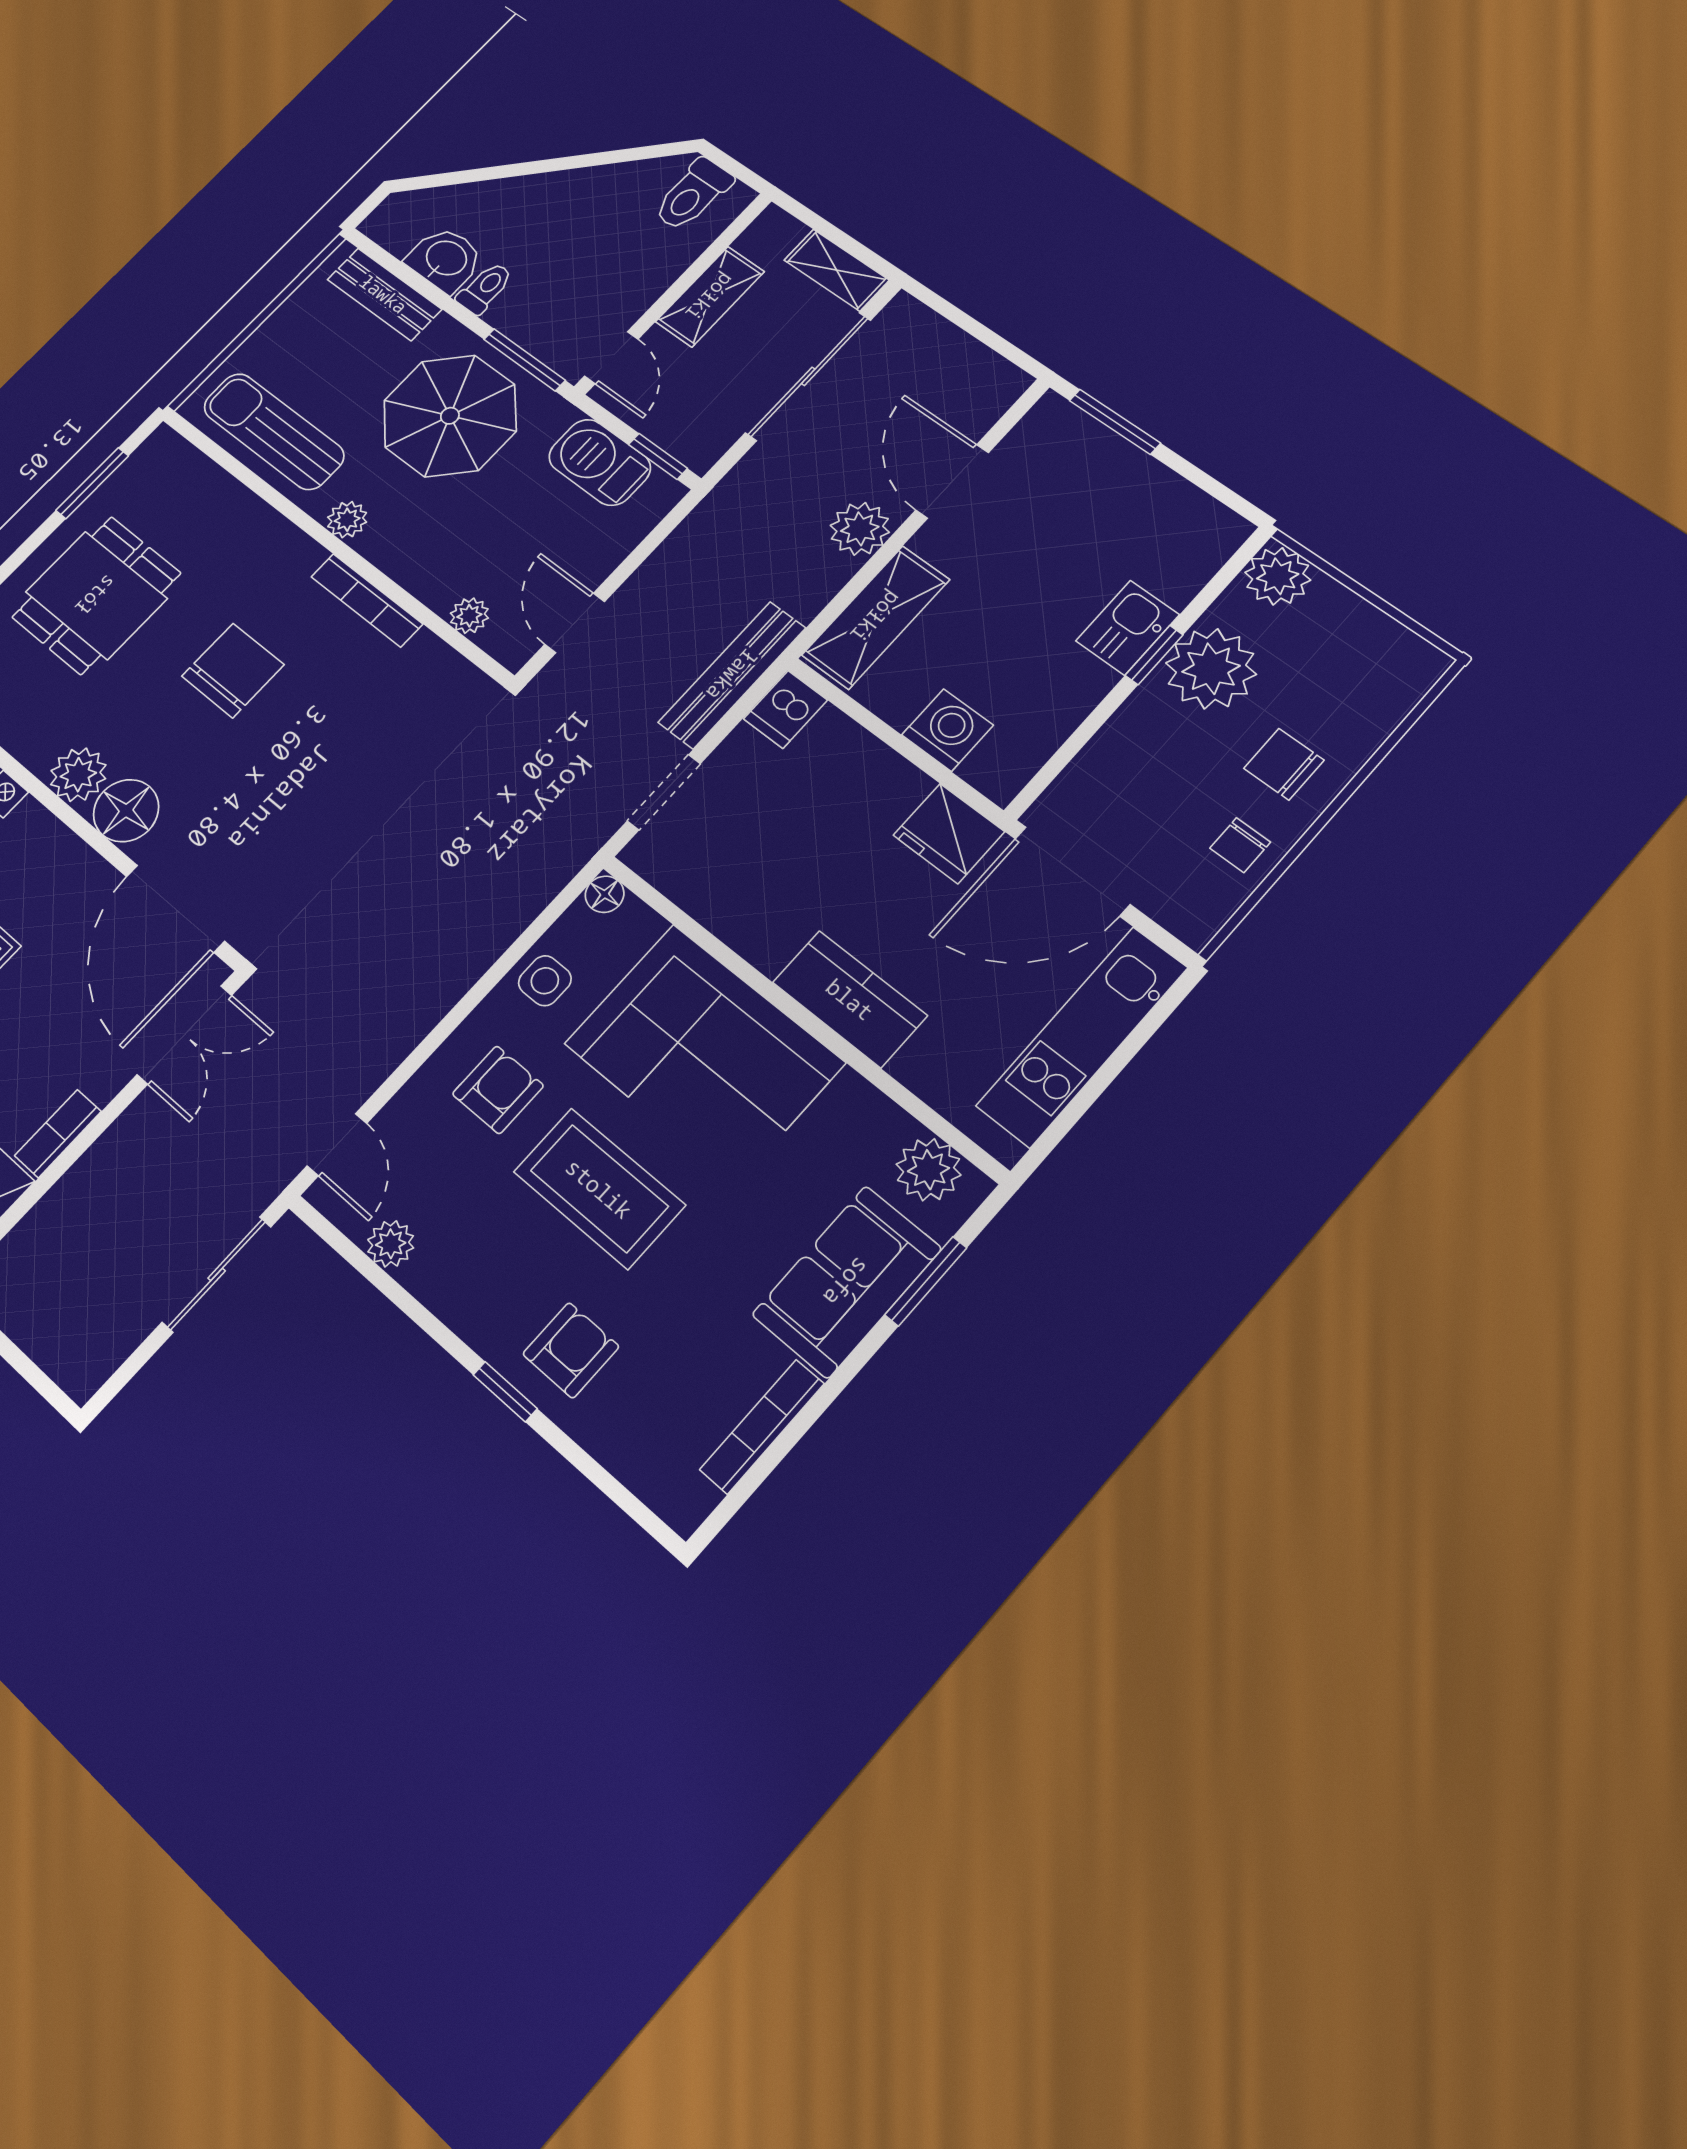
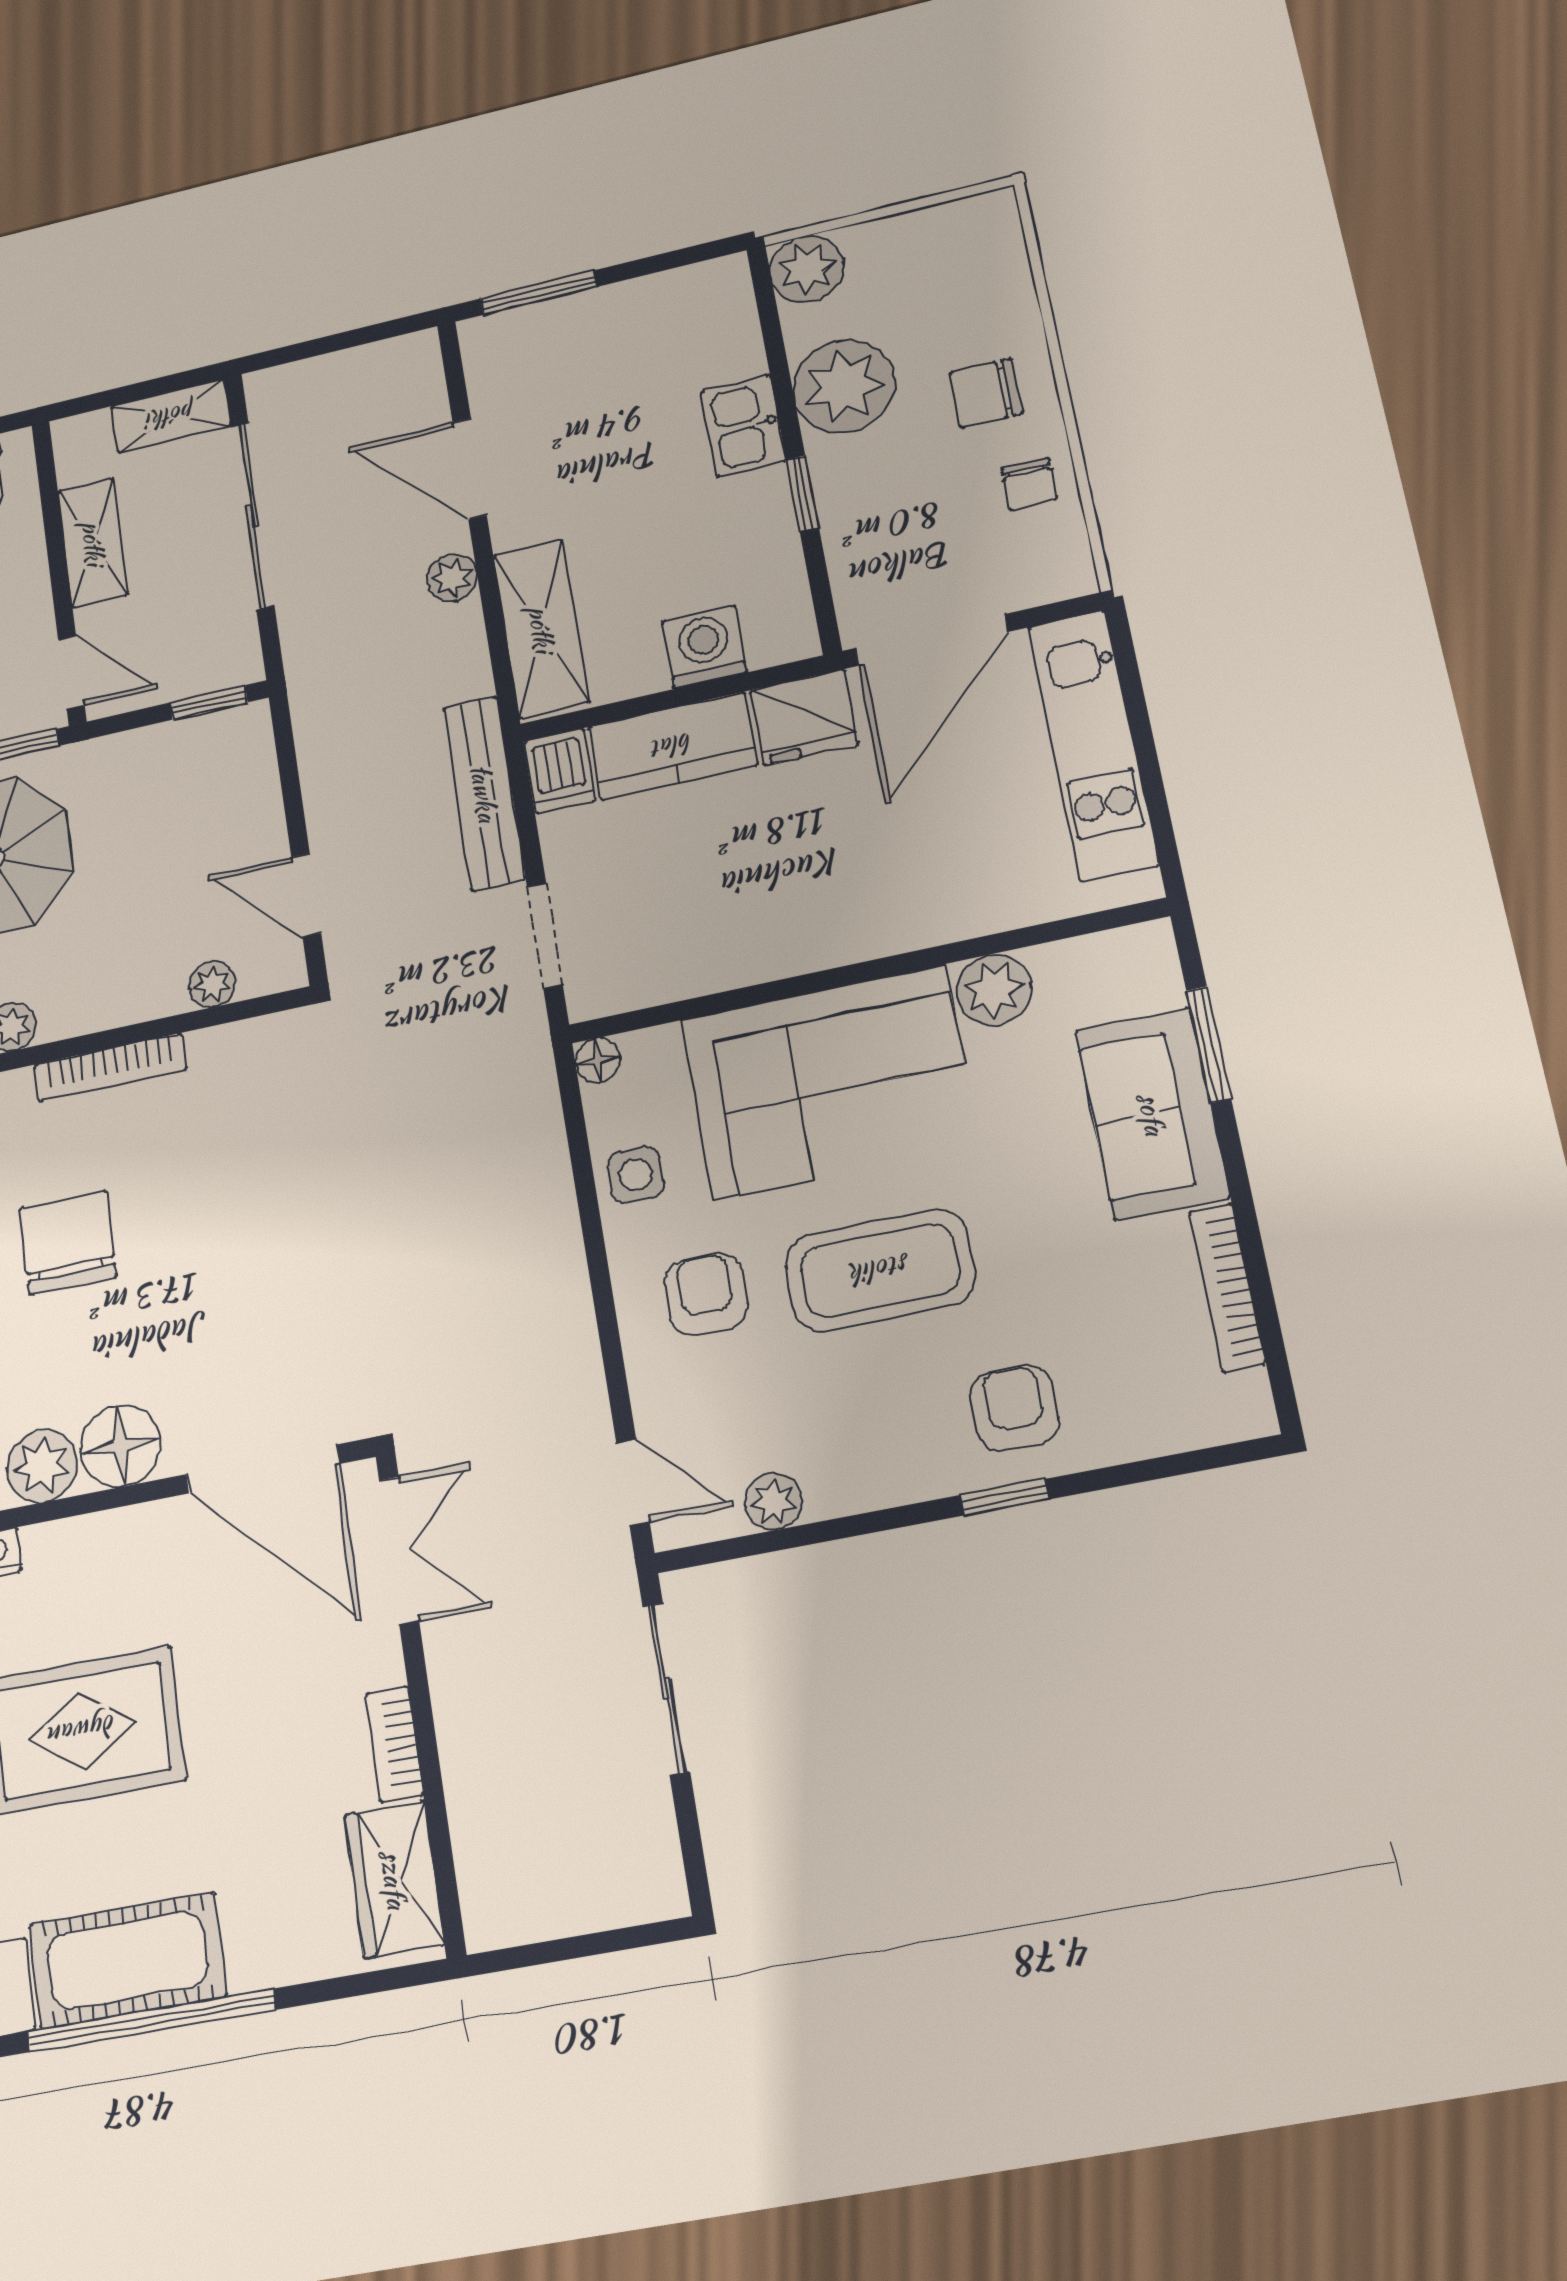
barbecue: (600, 462) -> (167, 758), removed
plant: (860, 529) -> (452, 578), width x0.73, depth x0.73
window: (1154, 655) -> (802, 494), moved
kitchen counter: (850, 999) -> (673, 746), moved, turned 180
plant: (929, 1170) -> (994, 990), moved

